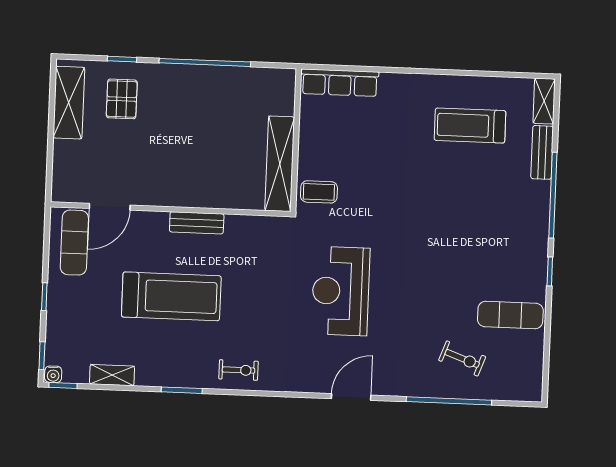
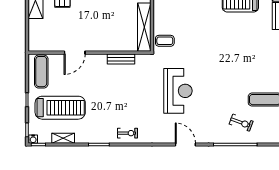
door: (110, 207) -> (75, 53), moved
bench: (197, 223) -> (121, 59), moved
reception desk: (341, 291) -> (178, 91), turned 180
treadmill: (171, 296) -> (60, 108), moved
door: (351, 397) -> (185, 145), hinge flipped

